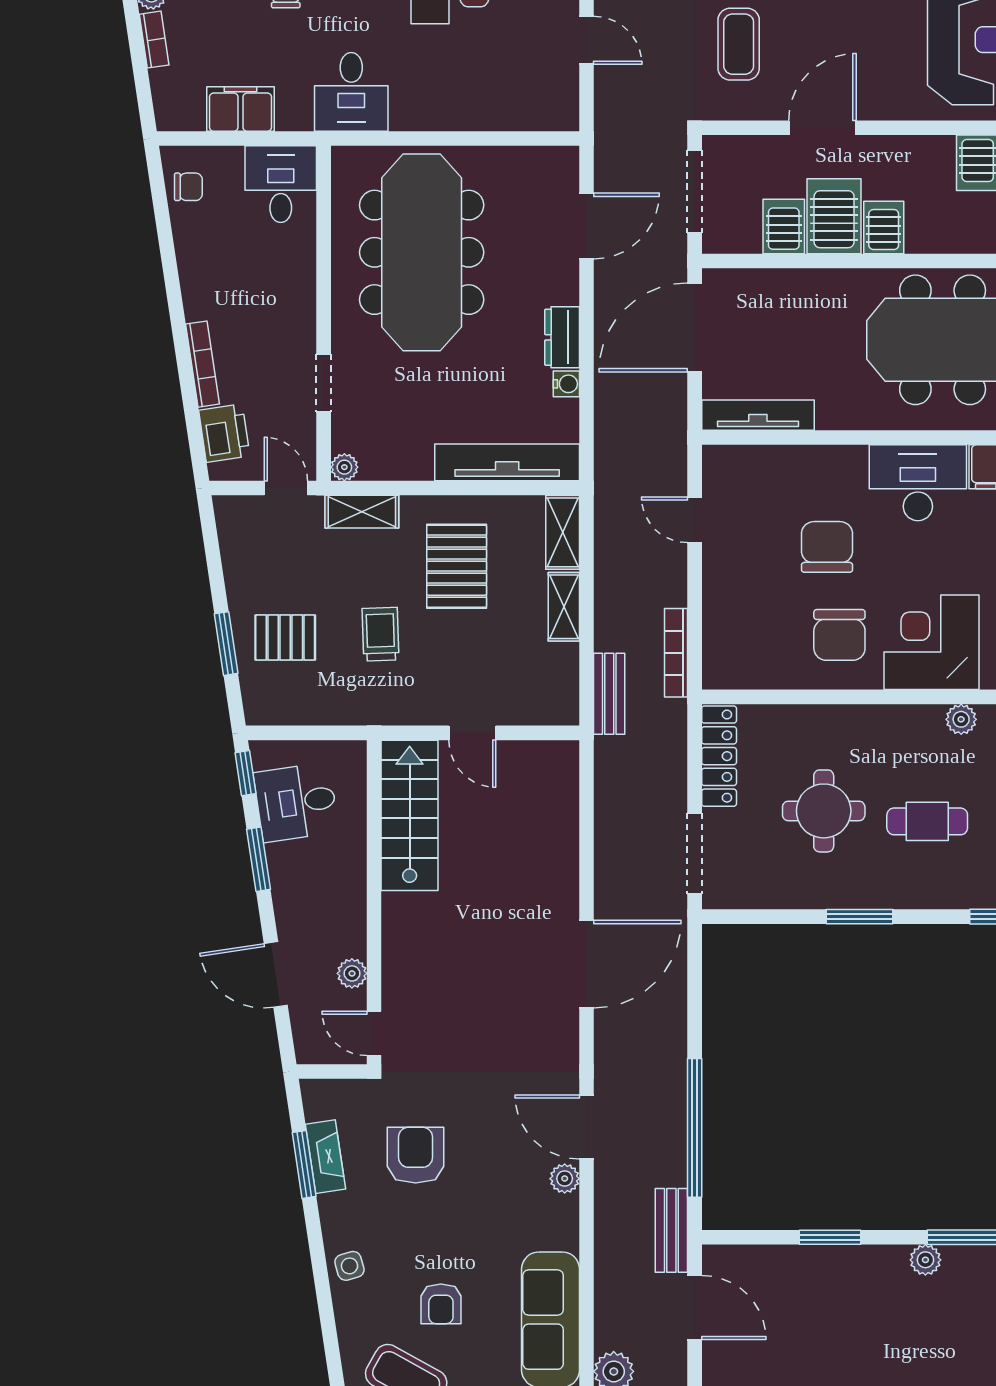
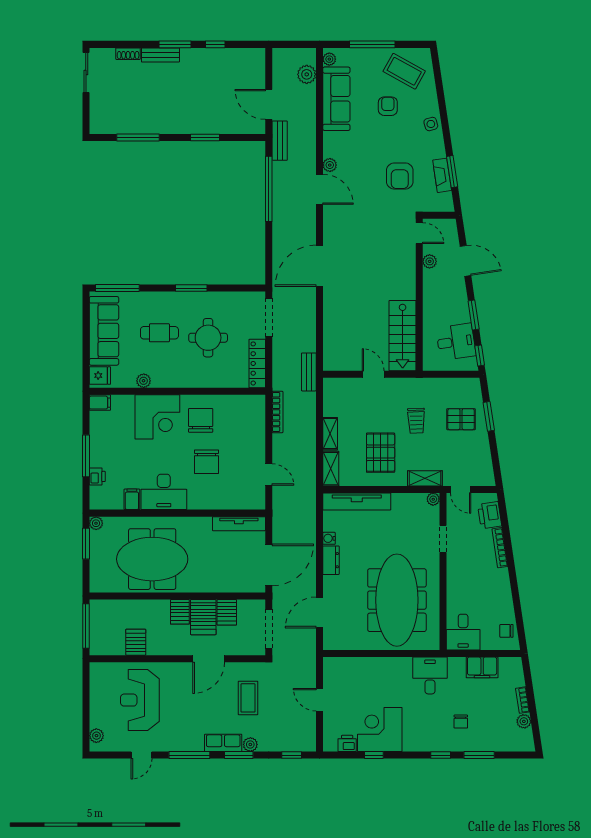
bench: (609, 694) -> (309, 372), moved
plant: (925, 1260) -> (160, 127), removed

